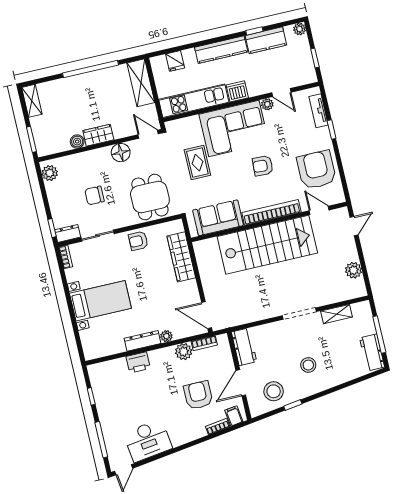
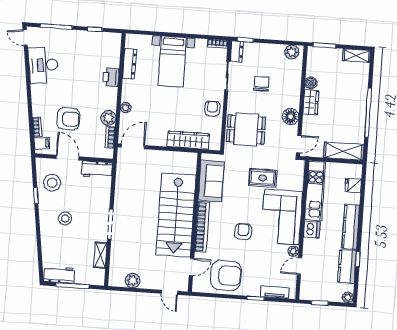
dresser: (142, 341) -> (129, 64), moved

